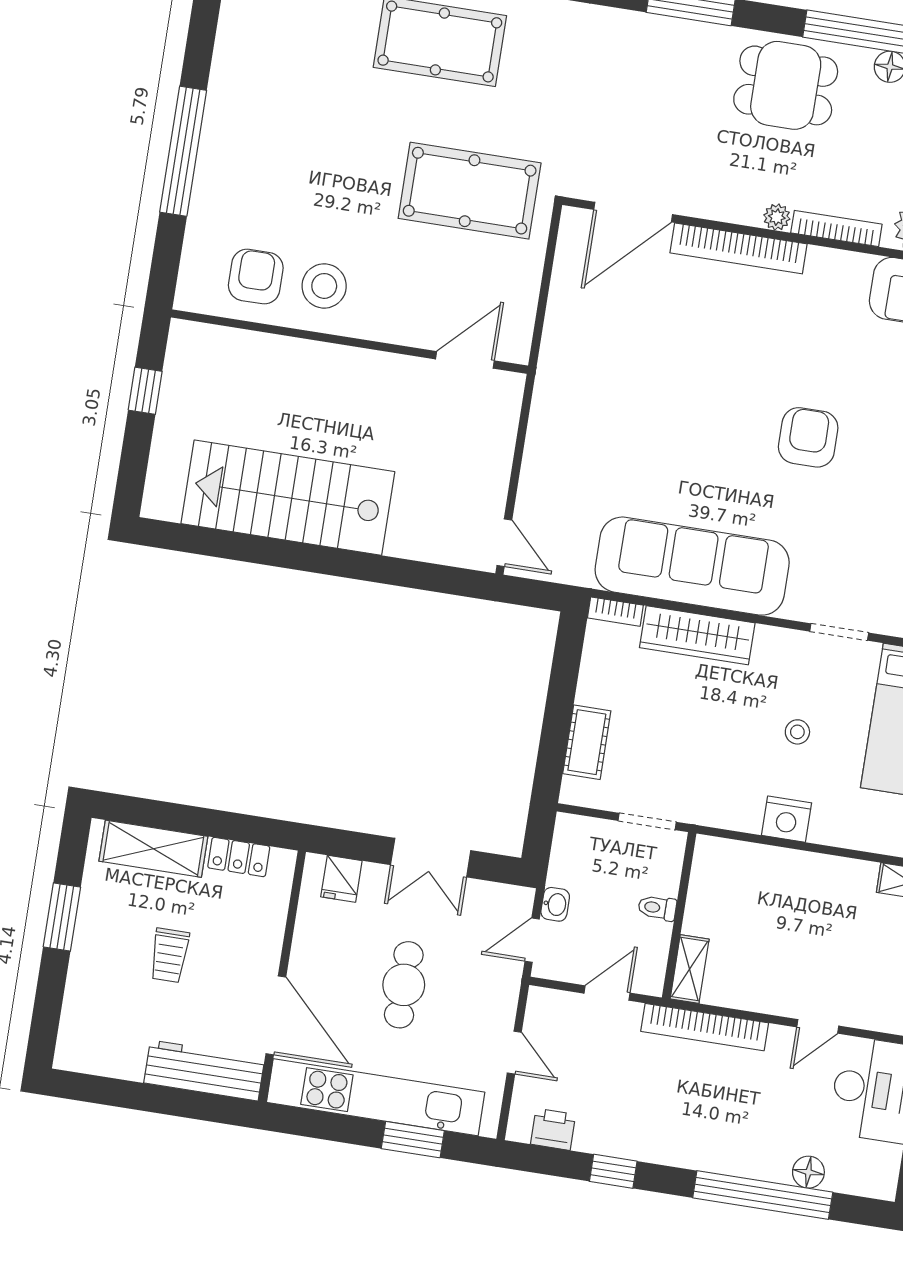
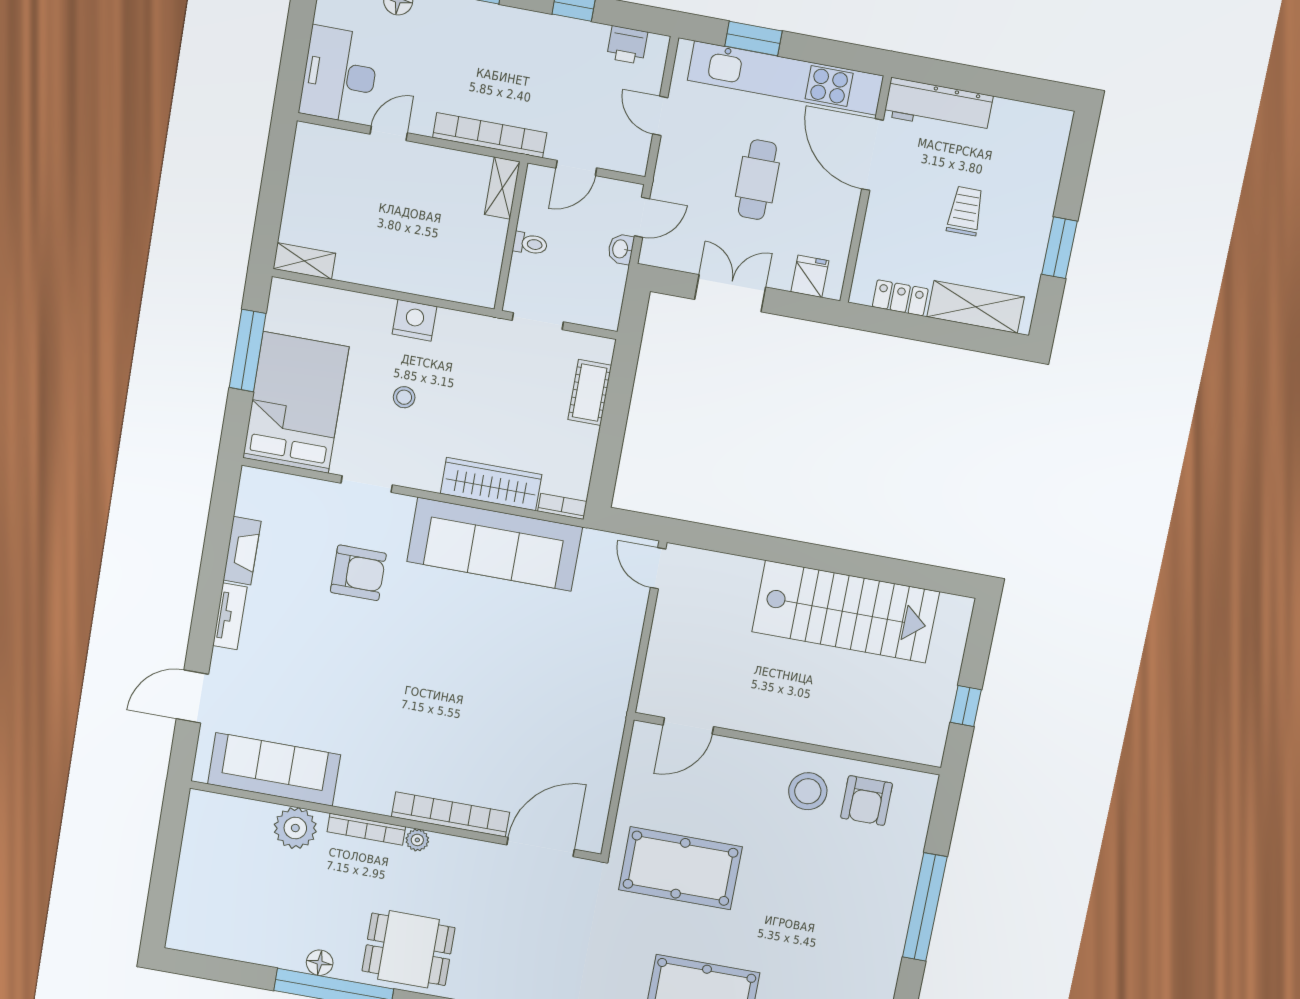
armchair: (808, 437) -> (358, 573), moved, turned -90

